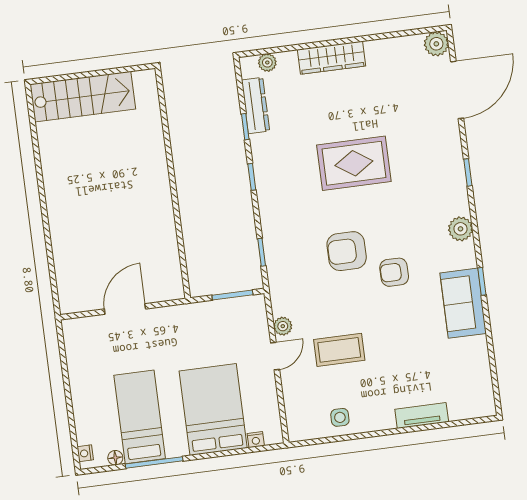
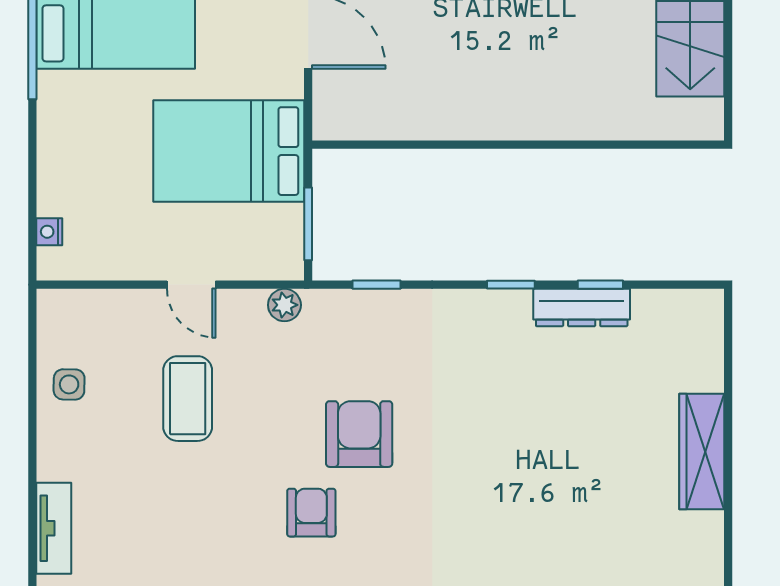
plant: (267, 62) -> (708, 338), removed
dresser: (256, 106) -> (582, 308), moved
rug: (354, 163) -> (512, 467), removed
plant: (283, 326) -> (284, 305), moved
bed: (213, 409) -> (229, 151), moved, turned 180

